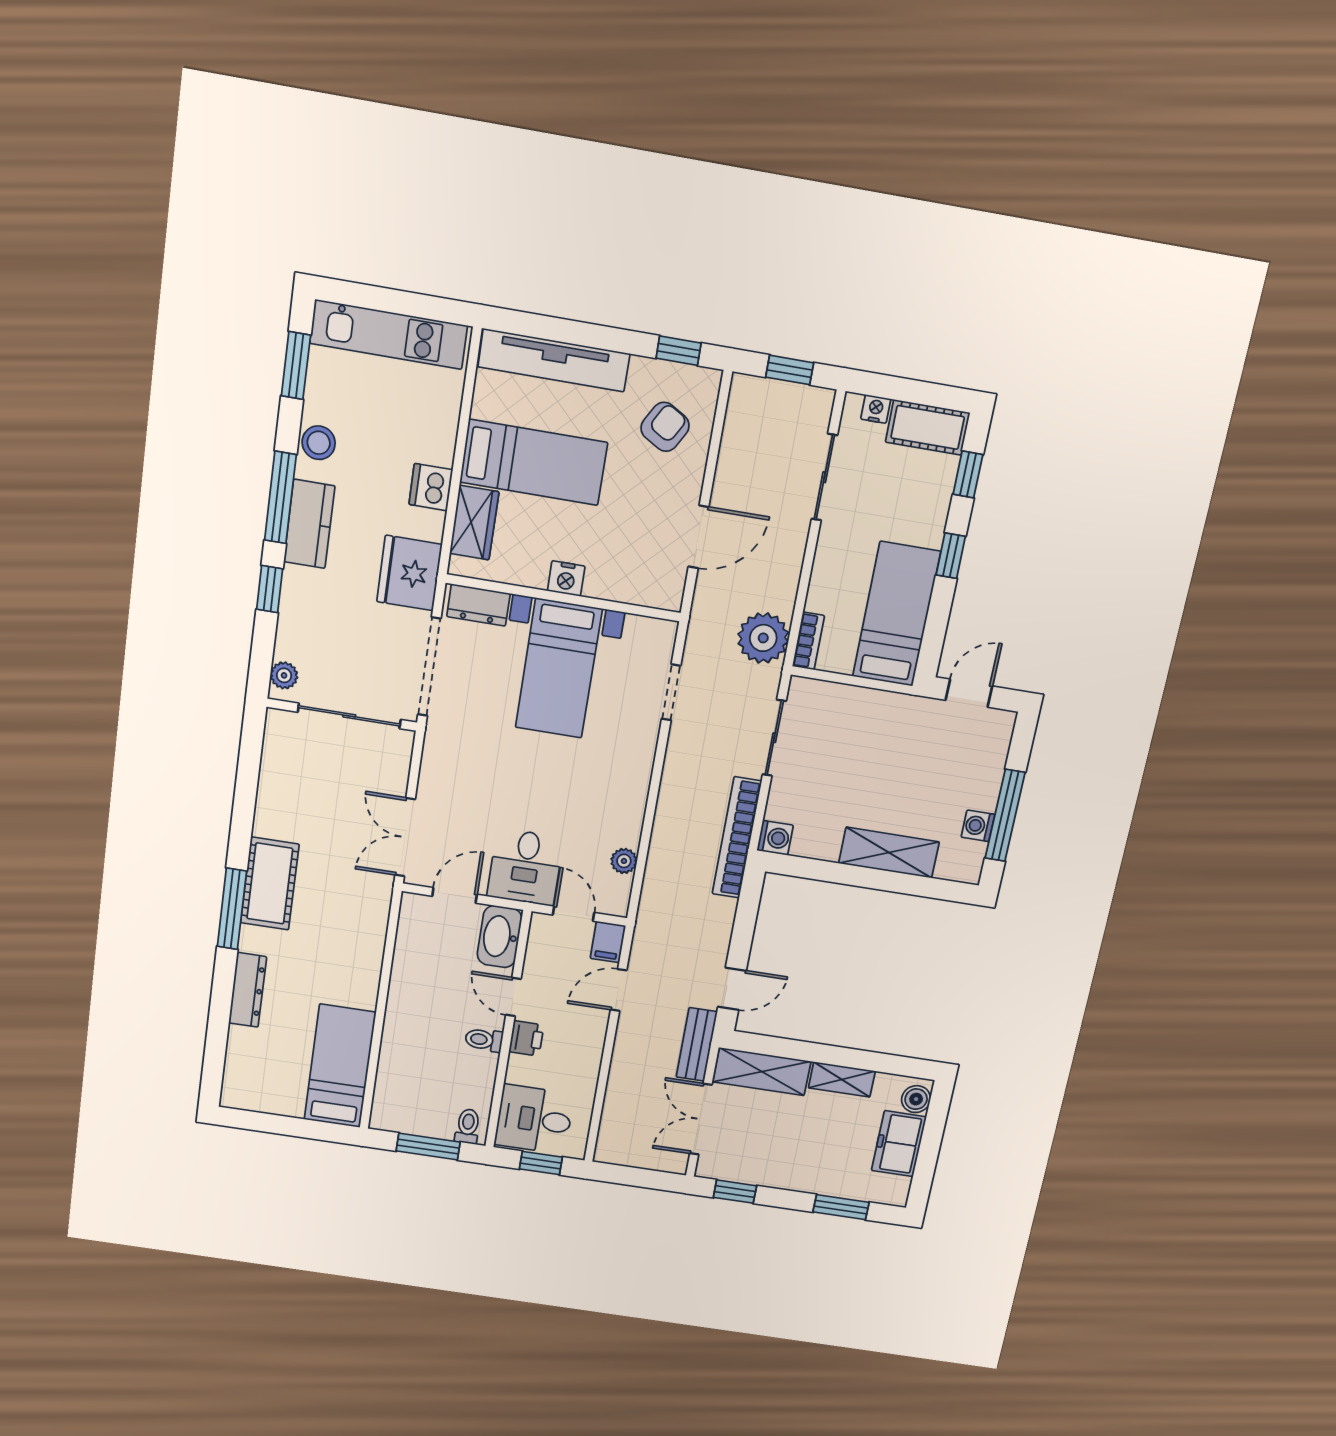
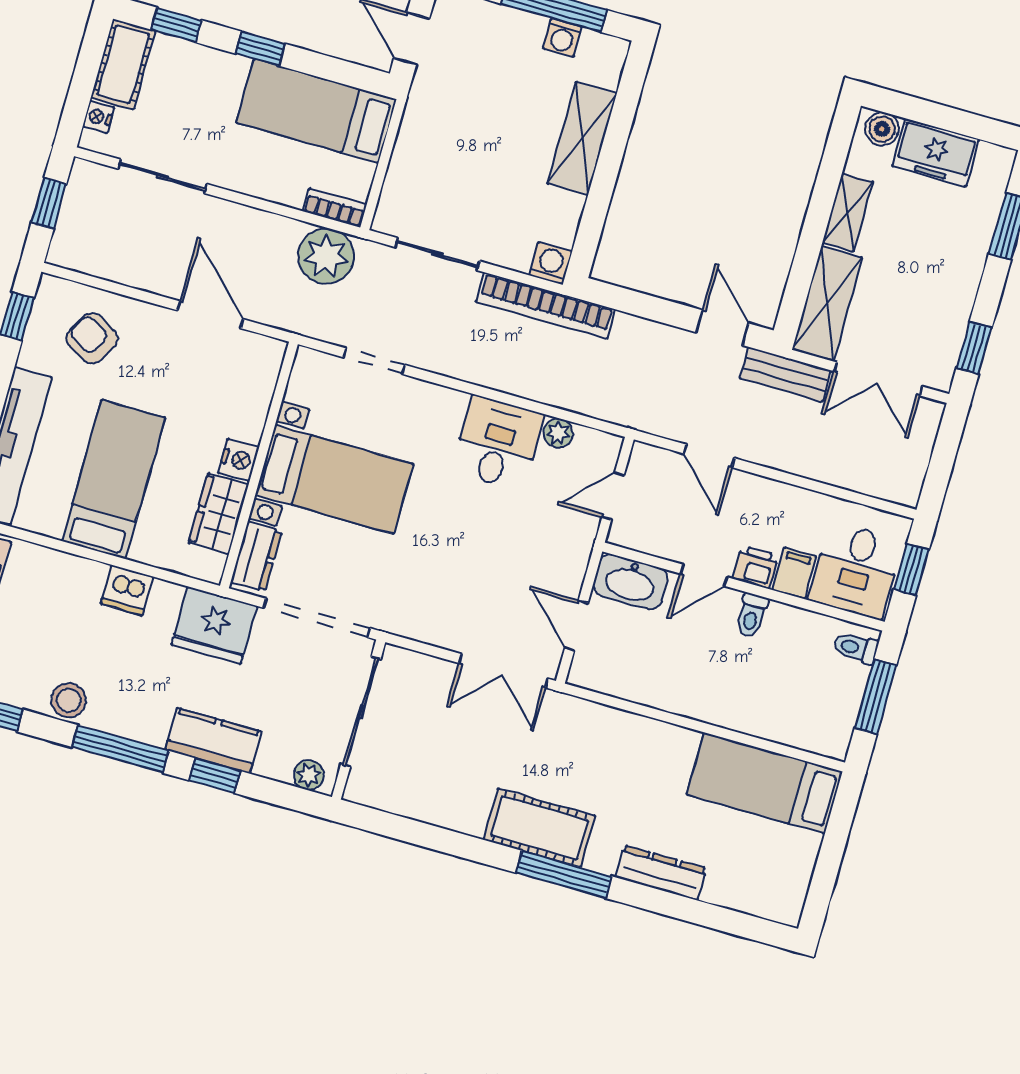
wardrobe: (474, 523) -> (219, 514), moved, turned -90
kitchen counter: (309, 524) -> (213, 741), moved
desk: (525, 867) -> (498, 443), moved, turned -90
filing cabinet: (608, 942) -> (794, 573), moved, turned -90

